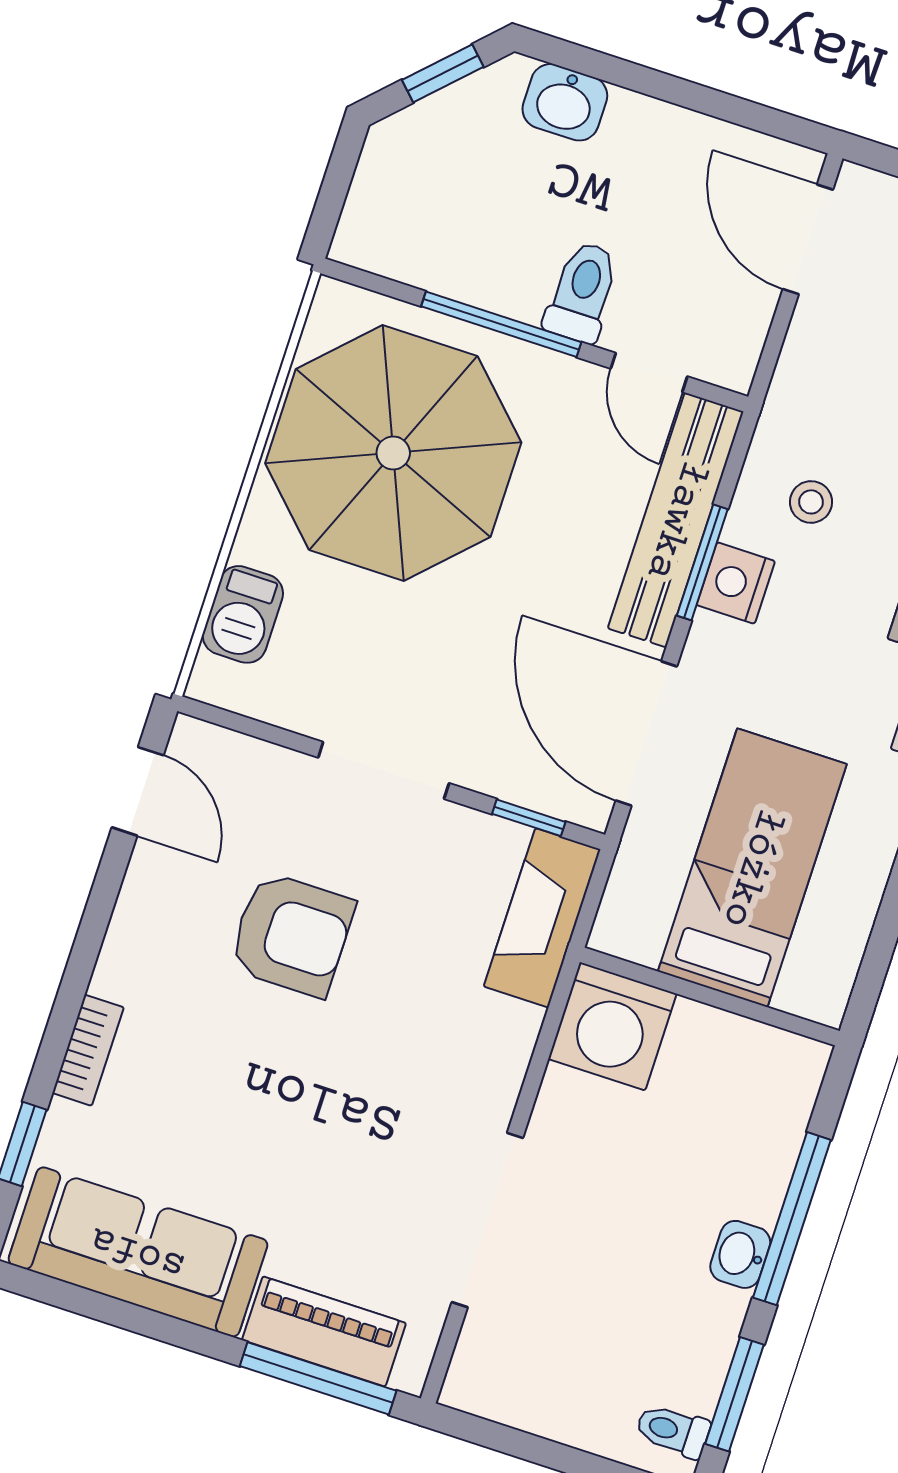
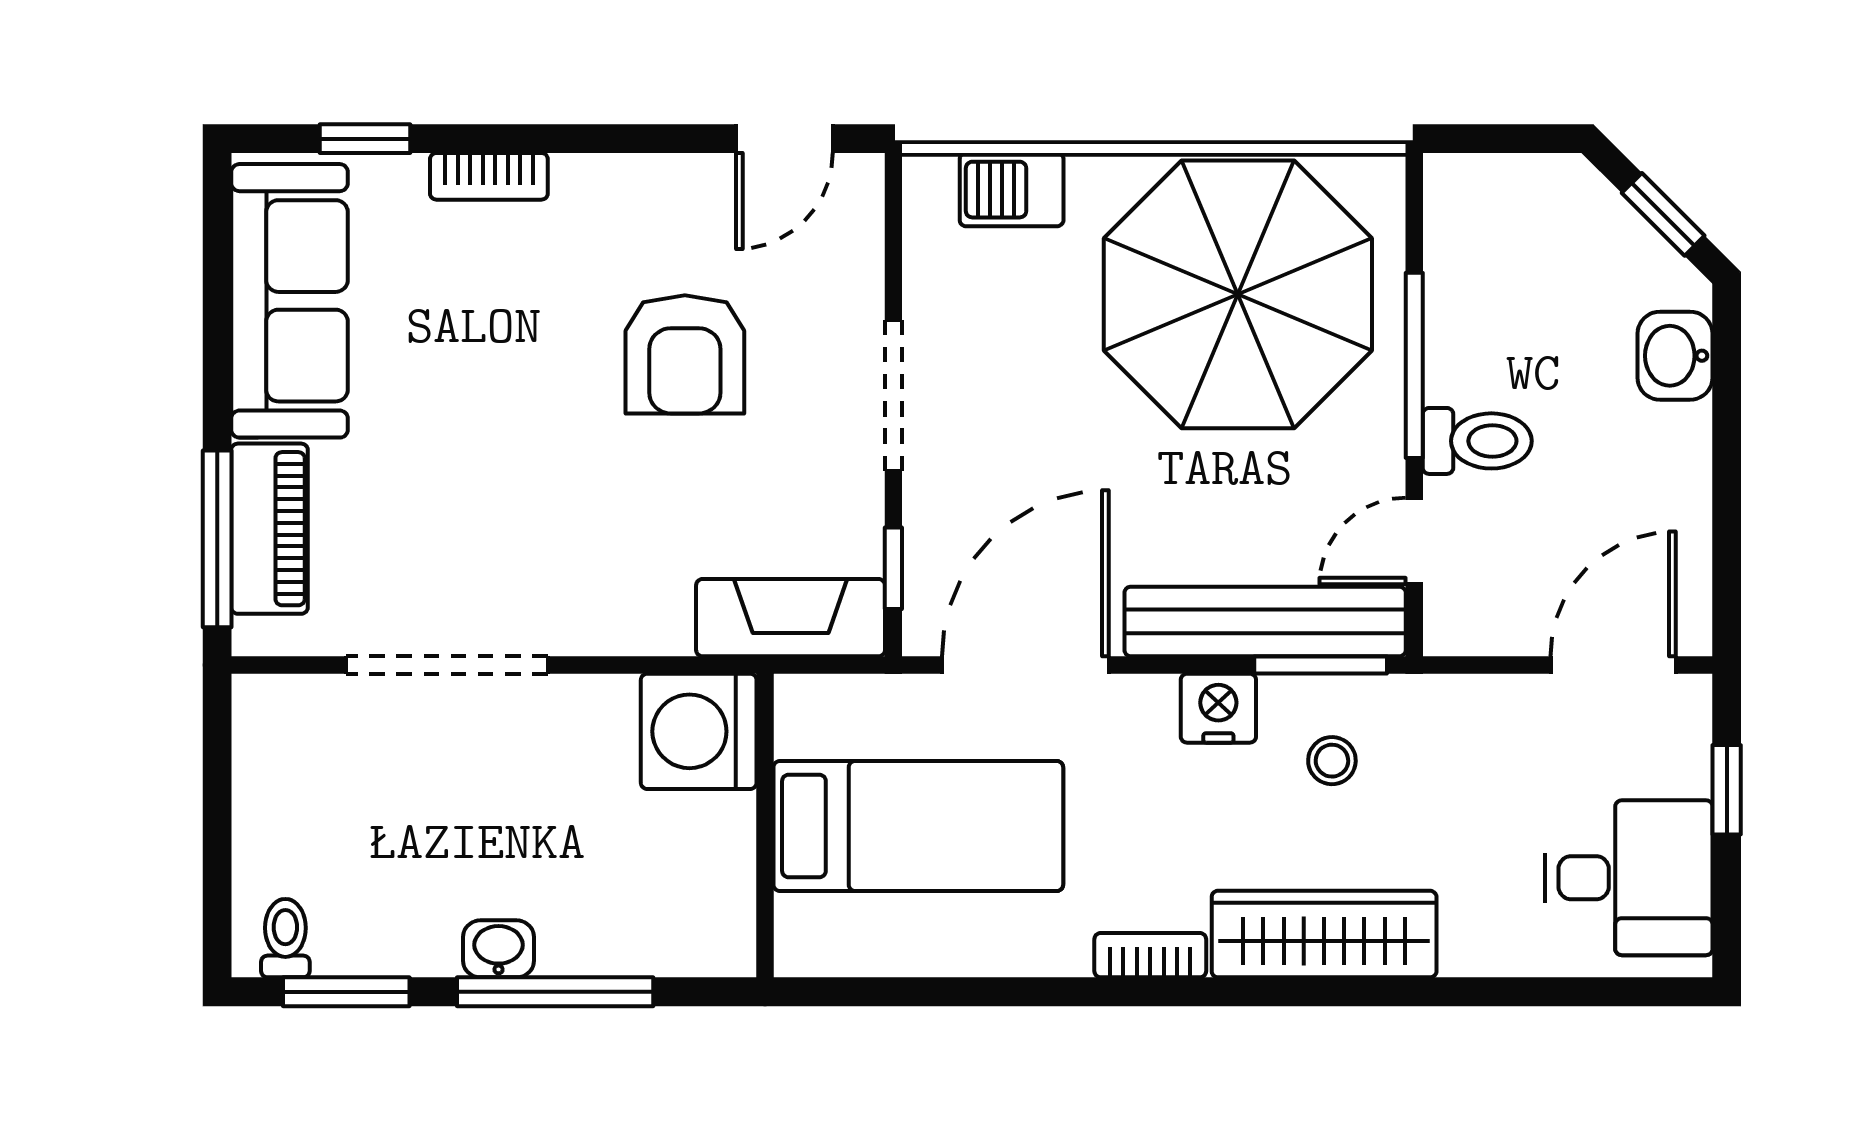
window: (702, 562) -> (1321, 665), moved

